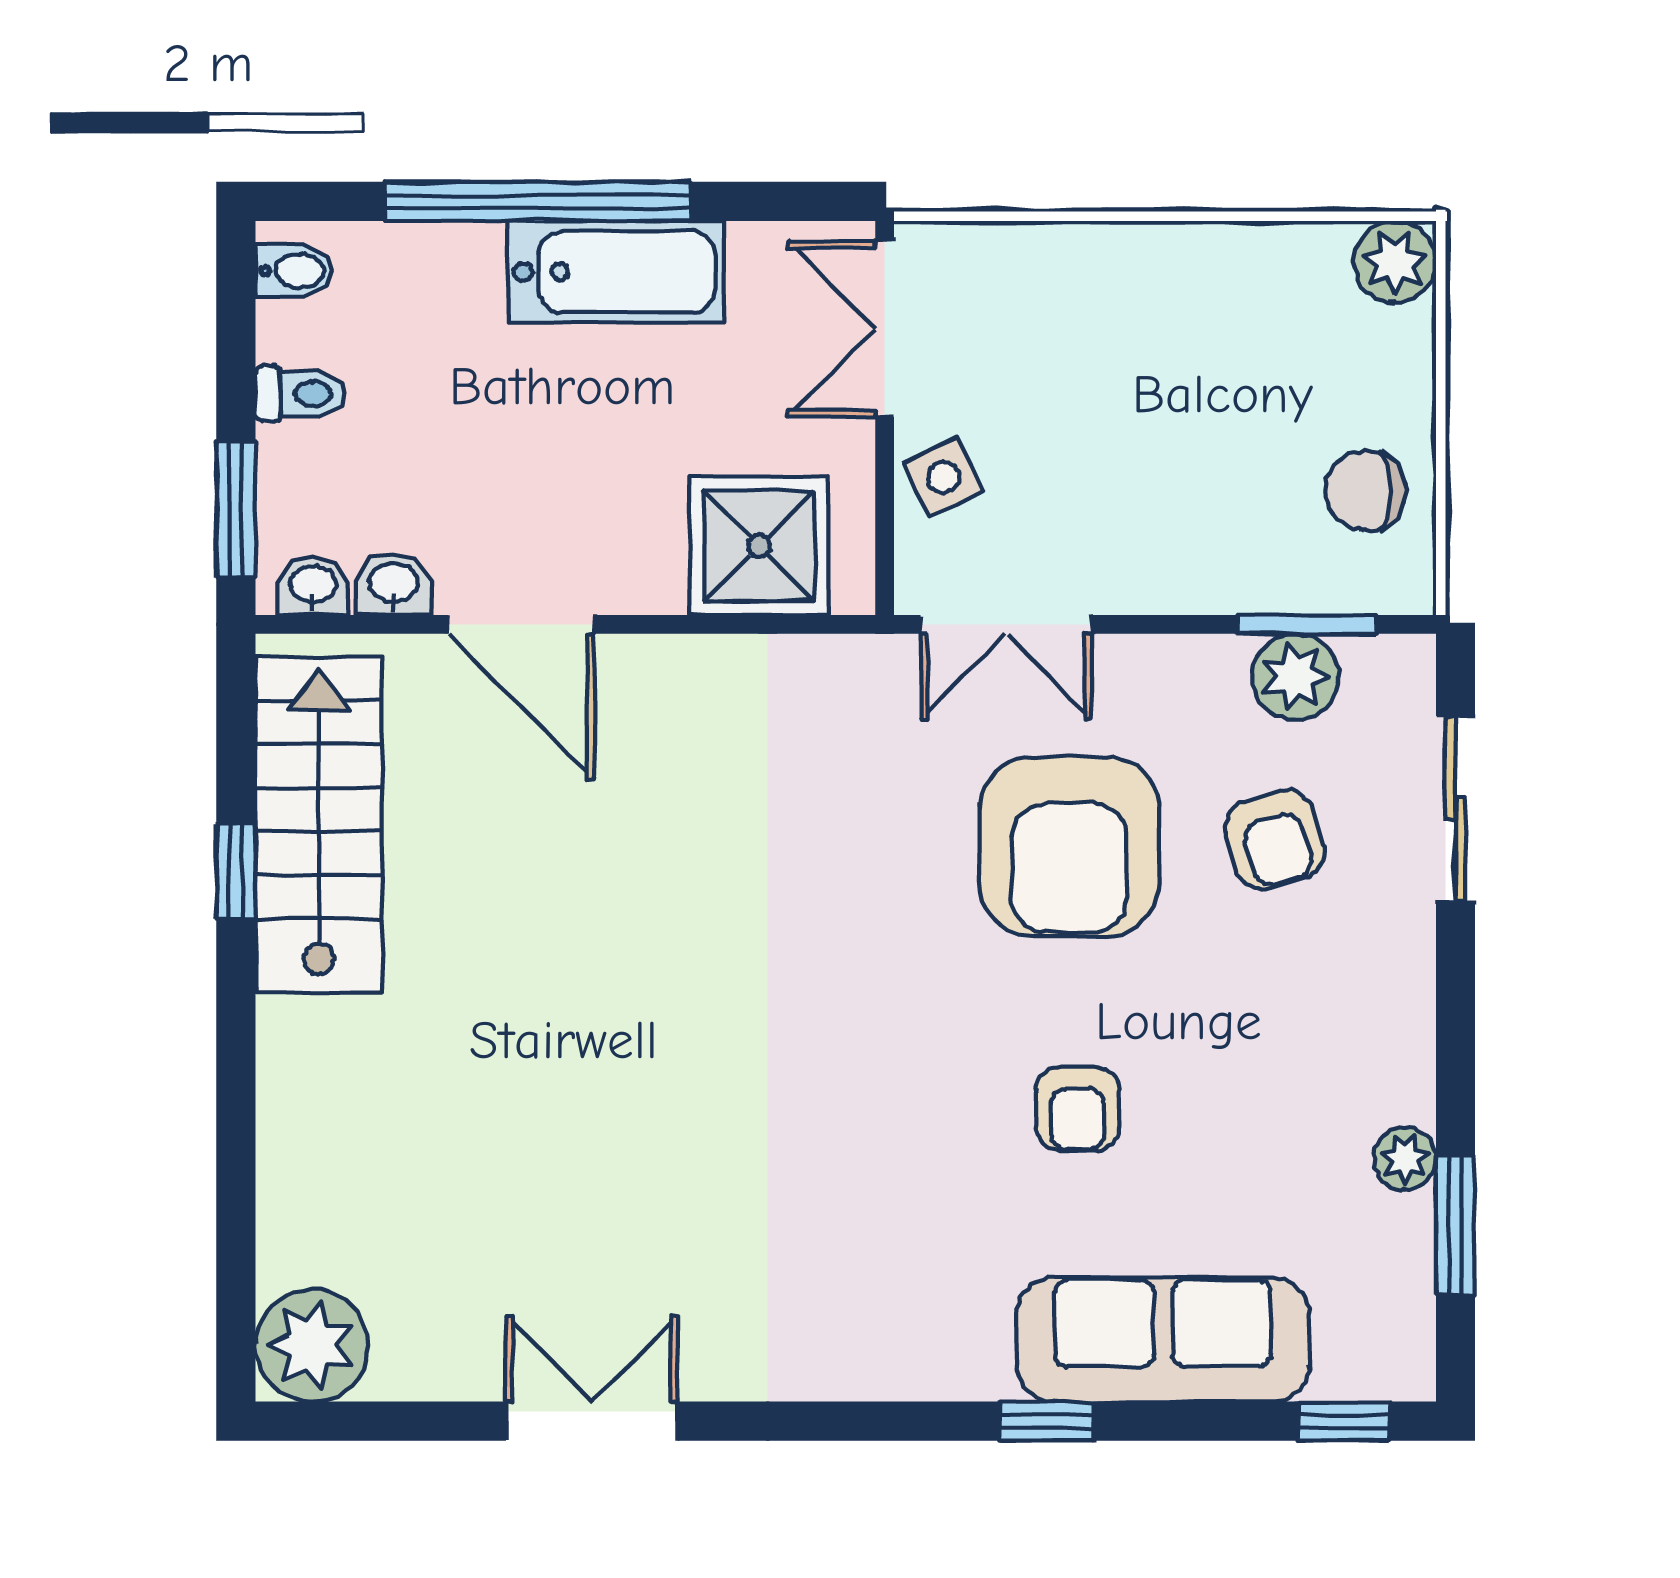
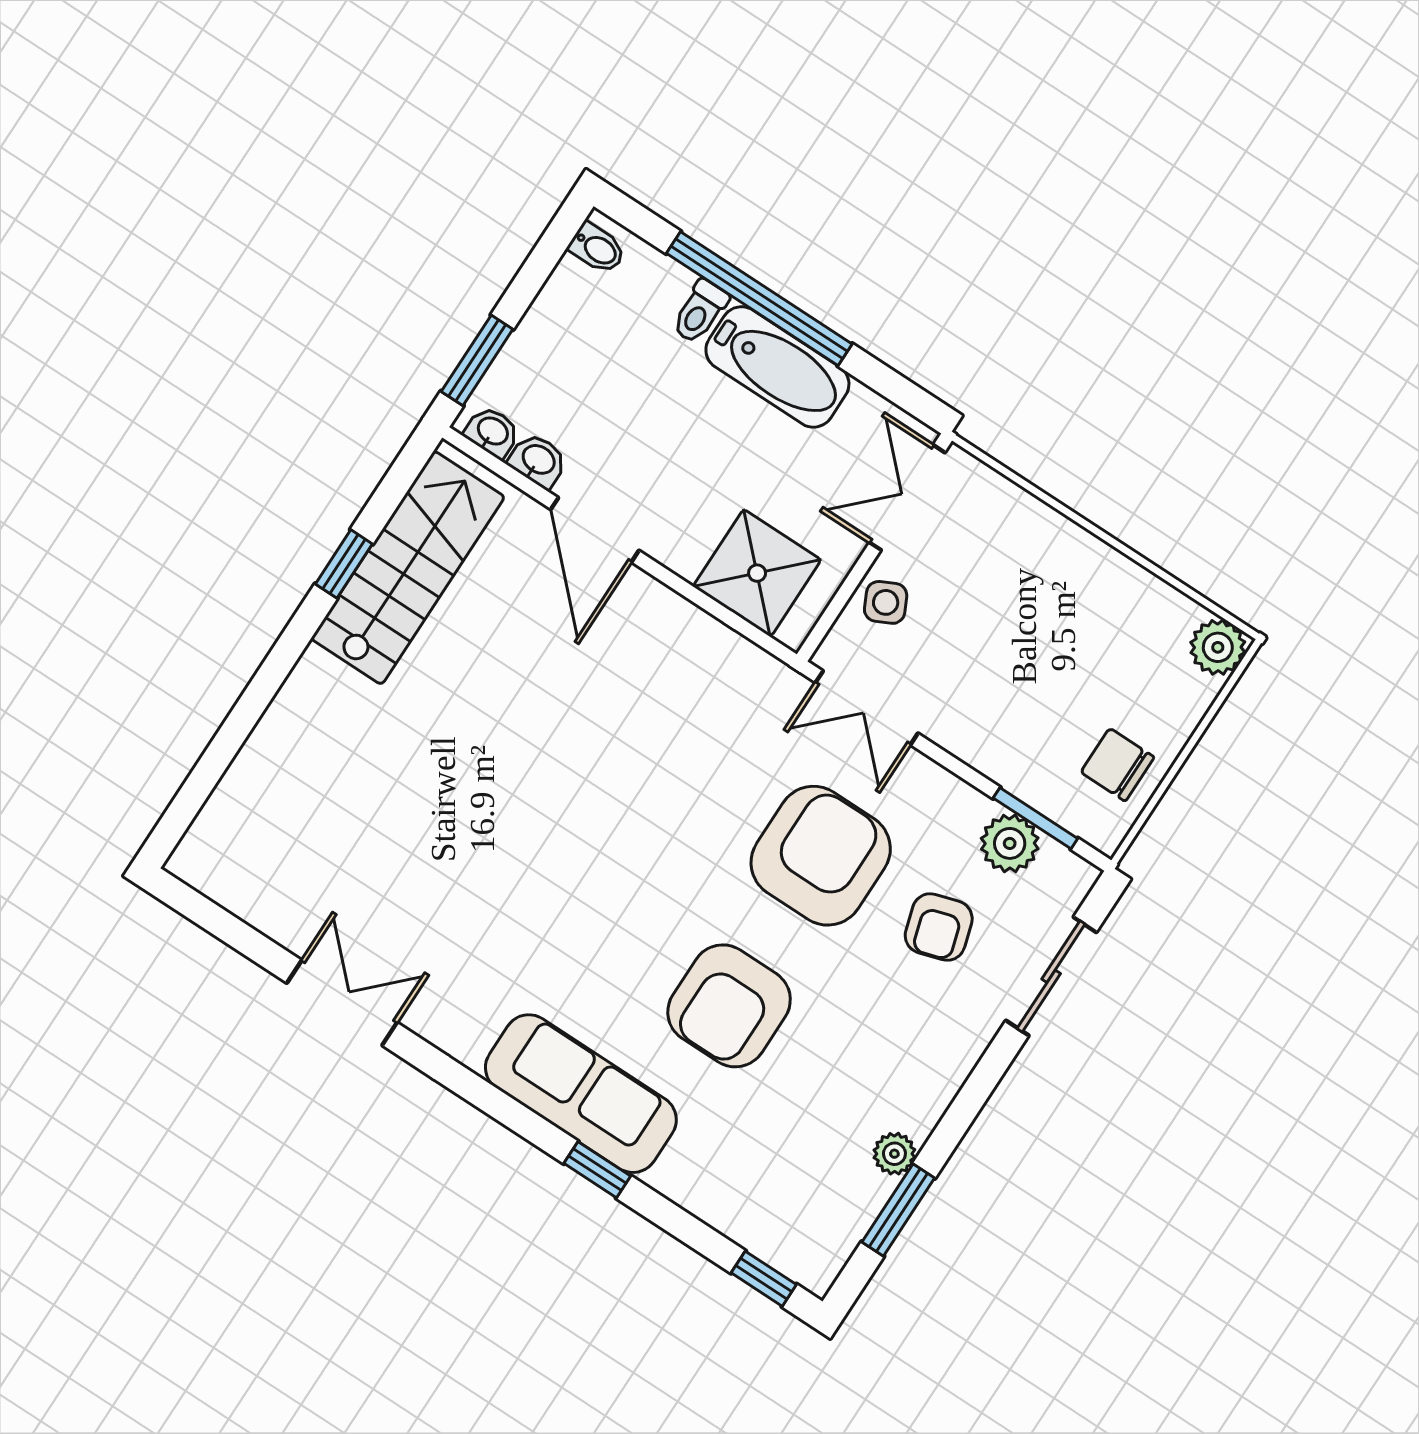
toilet: (300, 394) -> (700, 312), moved, turned 90
armchair: (1069, 847) -> (821, 856), turned 180
armchair: (1078, 1109) -> (729, 1006), width x1.88, depth x1.88
sofa: (1163, 1339) -> (581, 1094), moved
plant: (312, 1345) -> (213, 857), removed

